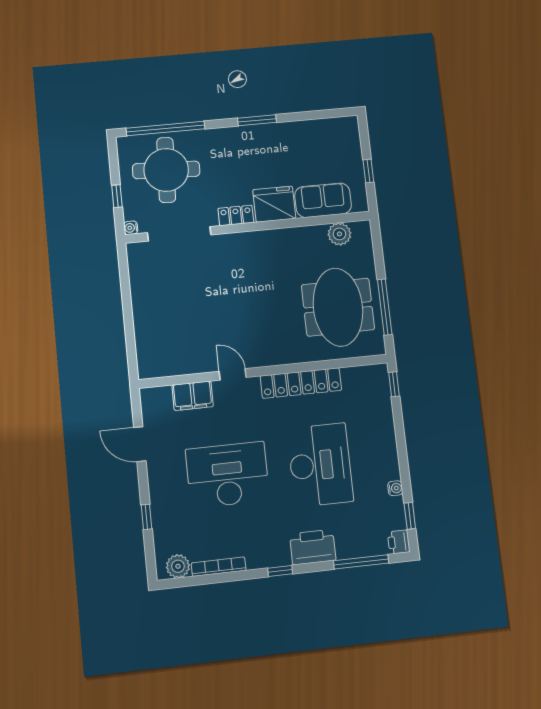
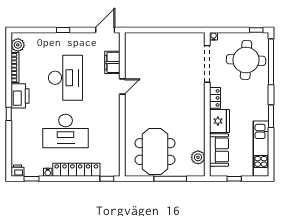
kitchen unit: (313, 132) -> (261, 149), added
window: (117, 196) -> (256, 30), moved
meeting table: (338, 307) -> (155, 152), turned 90
window: (385, 307) -> (170, 179), moved
locker: (301, 383) -> (76, 170), moved, turned 90
door: (140, 444) -> (105, 30), moved
window: (147, 517) -> (63, 30), moved
printer: (313, 547) -> (20, 96), moved
window: (361, 562) -> (9, 148), removed
window: (280, 571) -> (9, 114), moved

